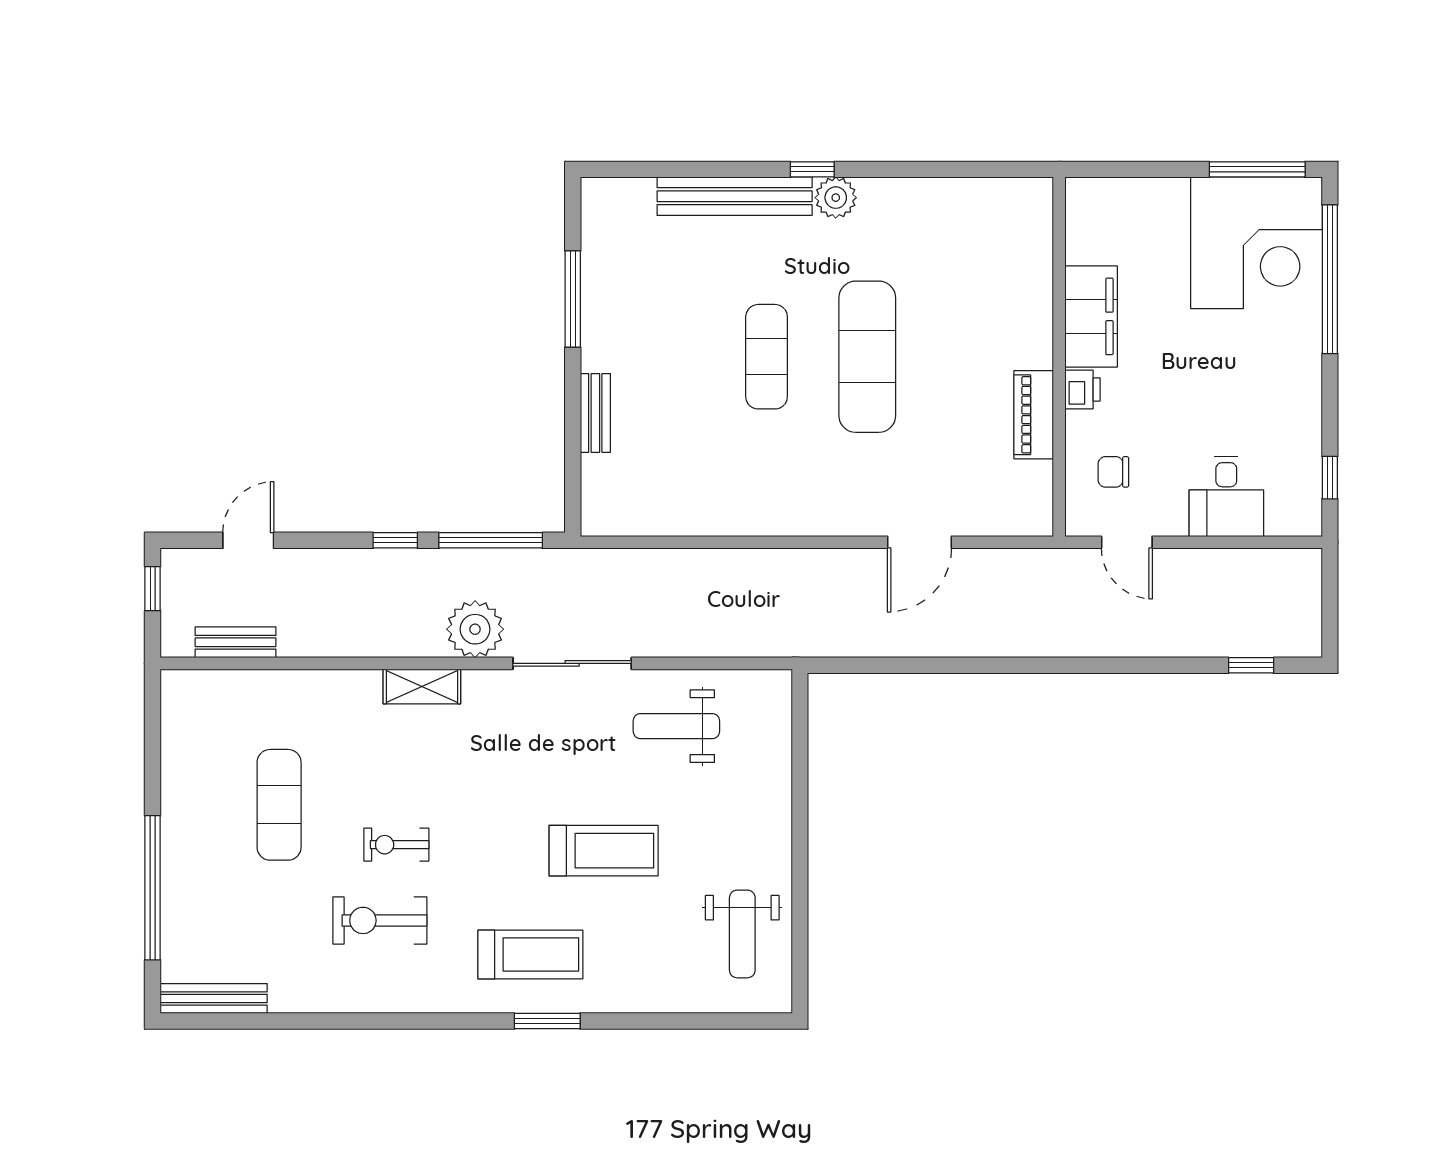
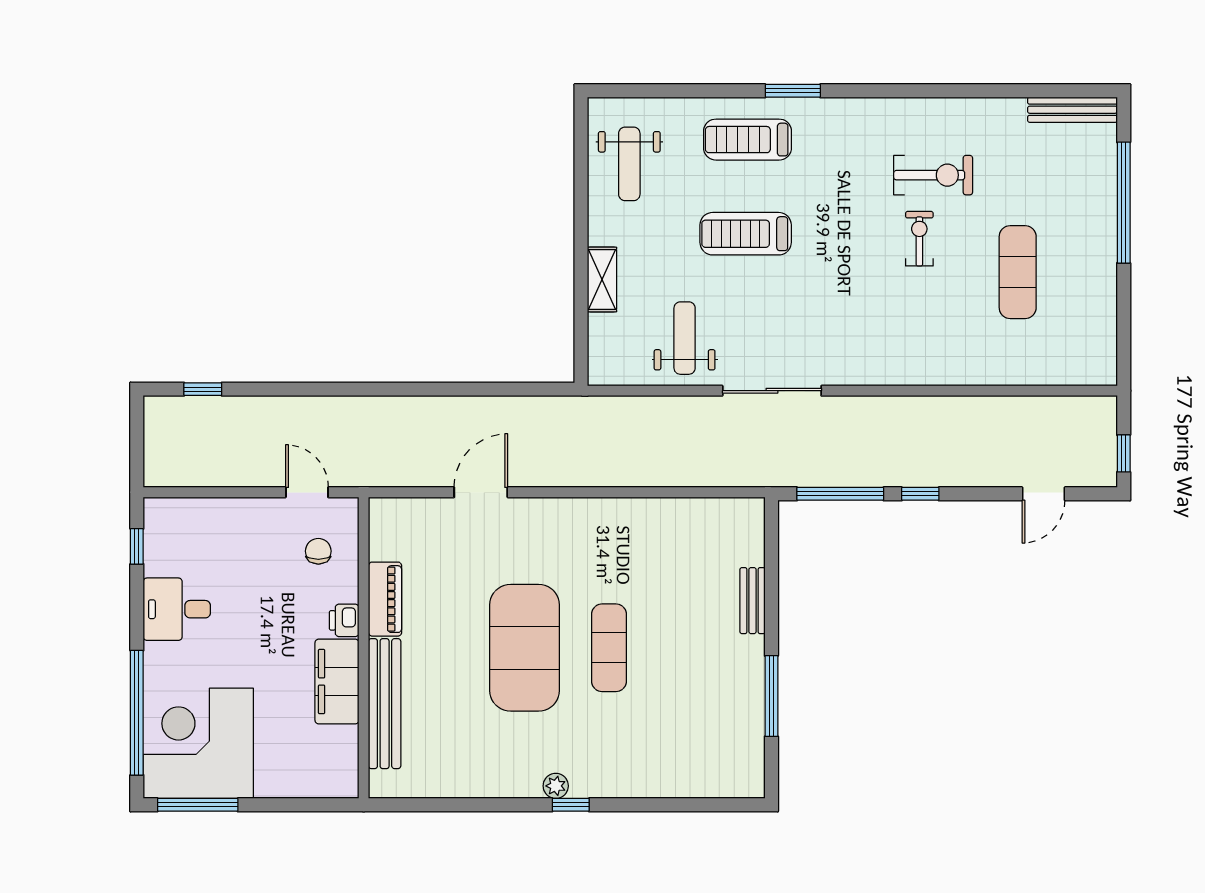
bench: (735, 196) -> (385, 704), moved, turned 90
plant: (836, 198) -> (556, 786), width x0.73, depth x0.73
exercise mat: (867, 357) -> (525, 648), width x1.47
chair: (1113, 472) -> (318, 551), turned -90
desk: (1226, 496) -> (177, 609), moved, turned -90
plant: (475, 629) -> (853, 419), removed
bench: (236, 642) -> (1054, 408), removed
shelving: (422, 686) -> (602, 279), moved, turned 90
weight bench: (676, 726) -> (685, 338), turned -90
exercise bike: (396, 845) -> (919, 239), turned -90
weight bench: (742, 934) -> (629, 164), turned 180
treadmill: (530, 954) -> (748, 140), moved

